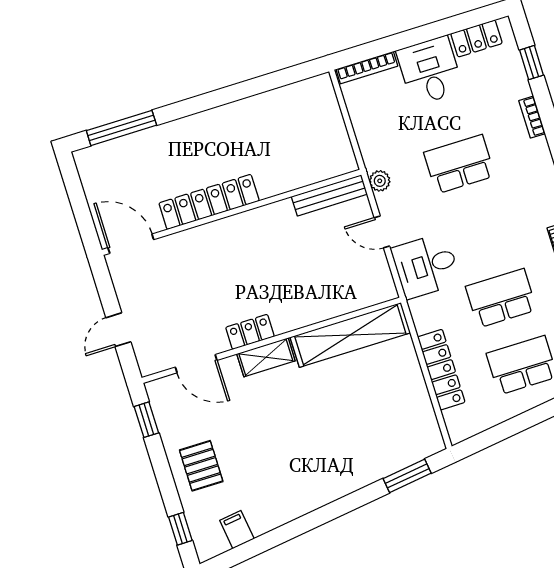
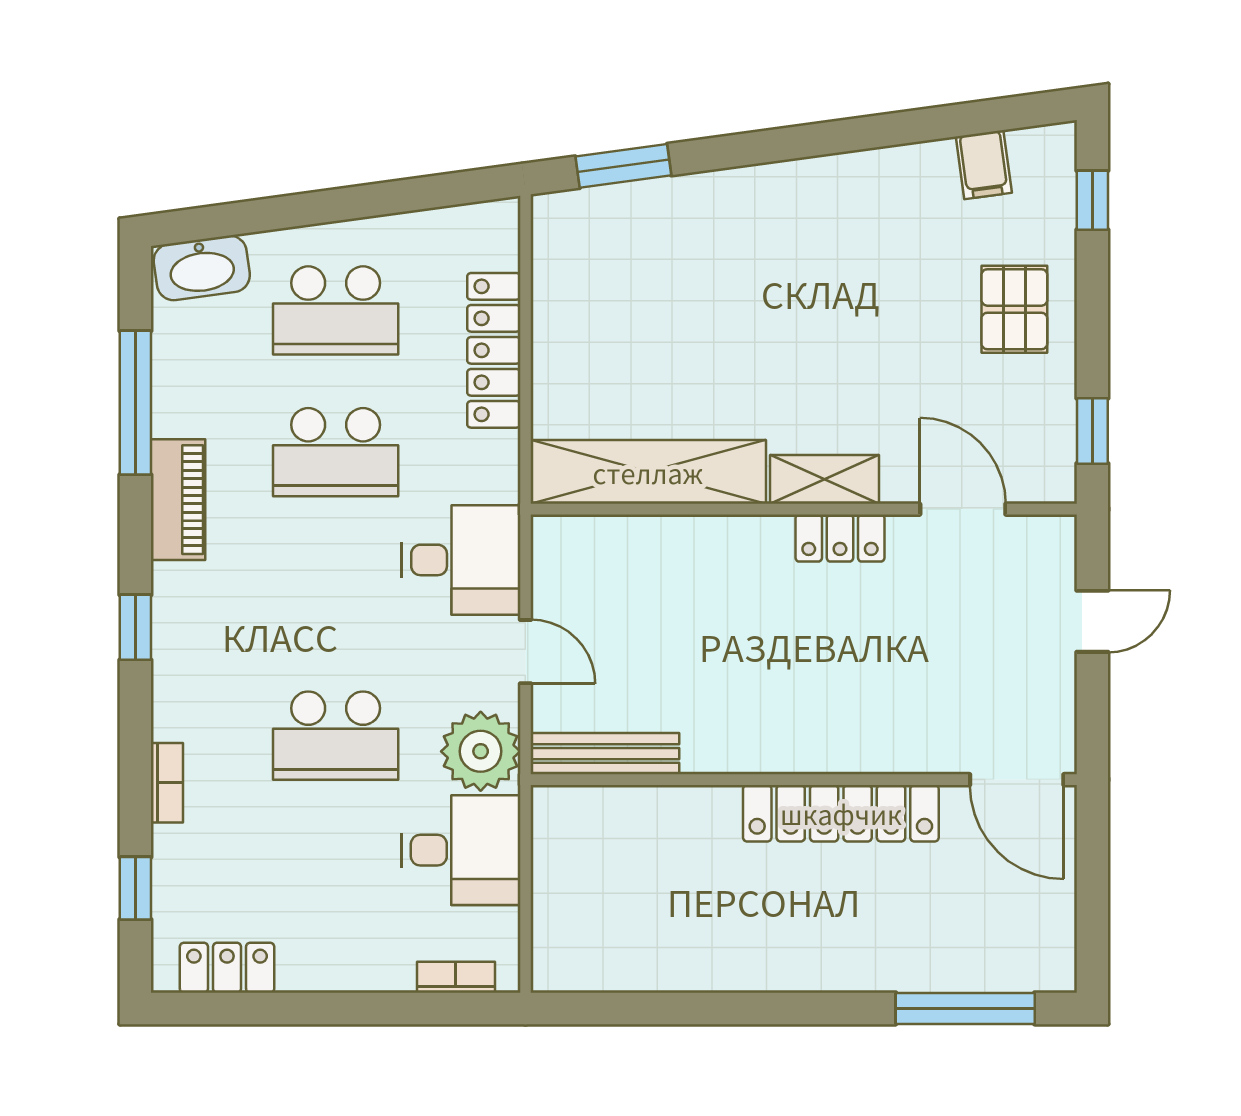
bookcase: (367, 68) -> (456, 977), width x0.64
desk: (430, 71) -> (461, 850), moved, turned -90
plant: (380, 181) -> (481, 751), width x1.88, depth x1.88

